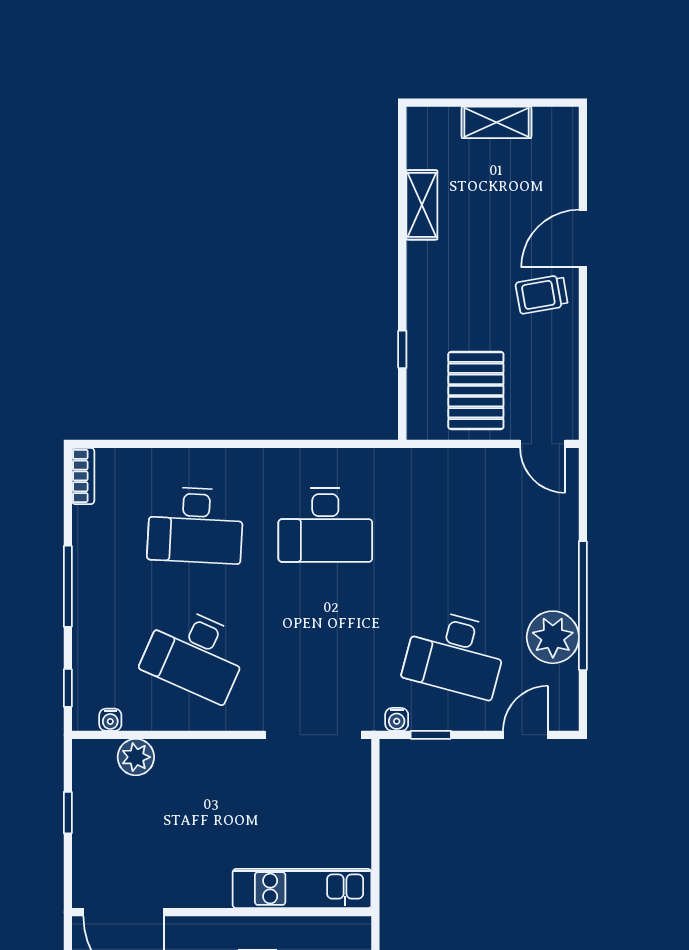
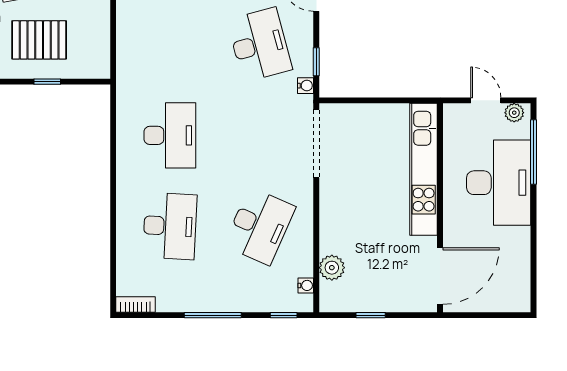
pallet: (476, 391) -> (39, 40), moved
desk: (455, 654) -> (260, 45), turned -30
kitchen unit: (302, 889) -> (424, 169), width x1.36

